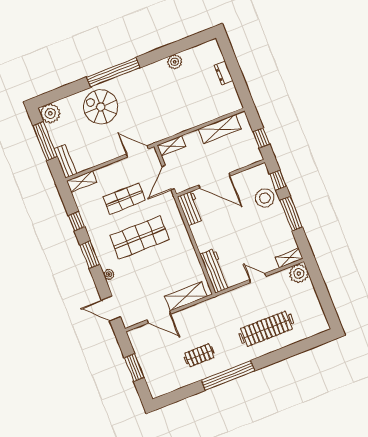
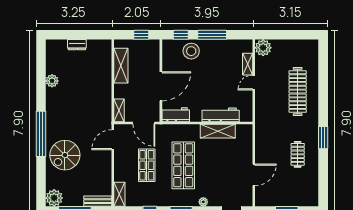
shelving: (289, 258) -> (248, 64), moved
workbench: (215, 271) -> (221, 115), moved
shelving: (186, 296) -> (218, 131), moved, turned 90
window: (228, 375) -> (323, 138), width x0.47

